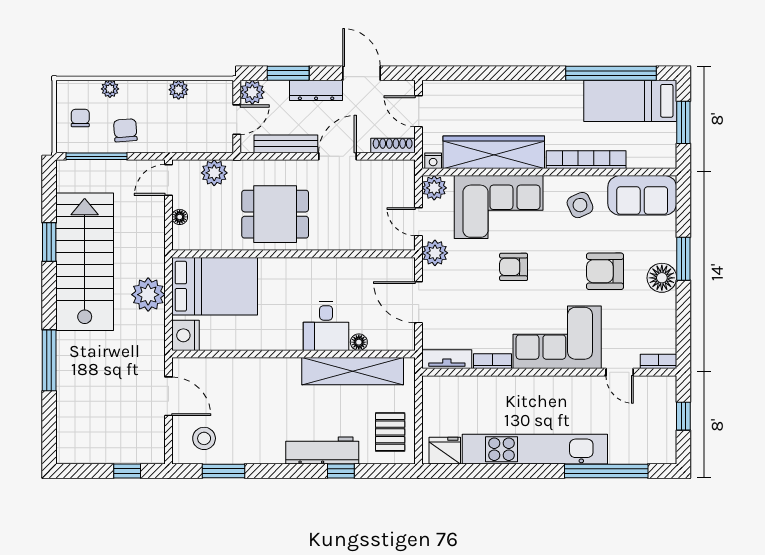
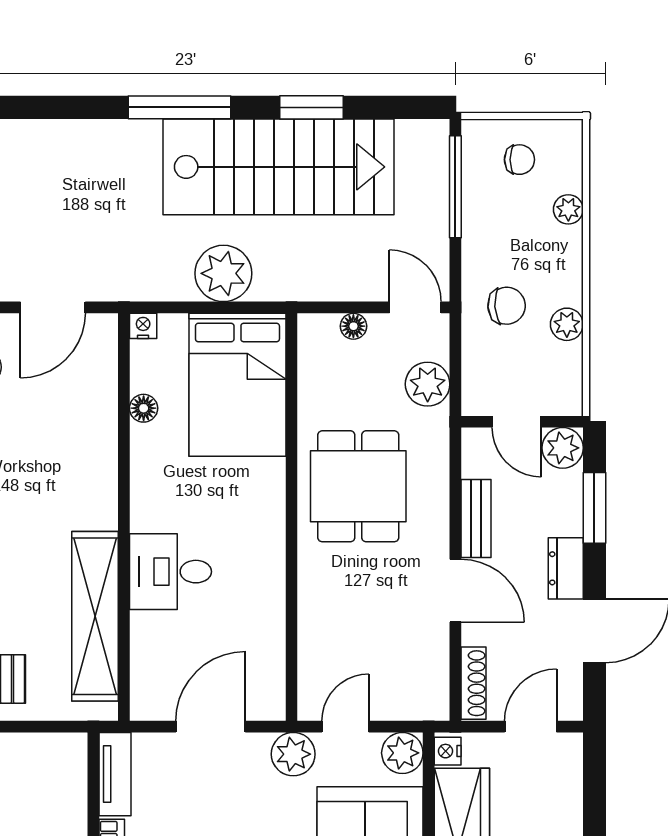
dresser: (316, 90) -> (566, 568), width x0.70
chair: (125, 130) -> (507, 306), moved
bench: (286, 144) -> (476, 518), width x0.73
nightstand: (186, 335) -> (143, 326), width x0.53, depth x0.56
floor lamp: (359, 342) -> (144, 408), moved
window: (49, 360) -> (179, 107), moved

